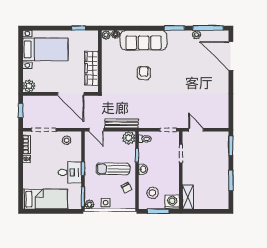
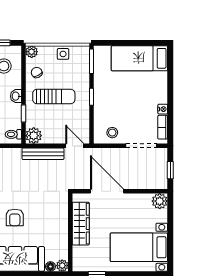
desk: (70, 172) -> (108, 92), removed
plant: (89, 204) -> (32, 52), moved

